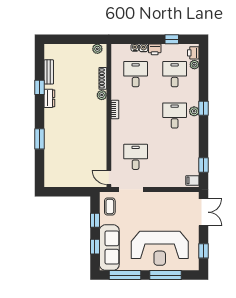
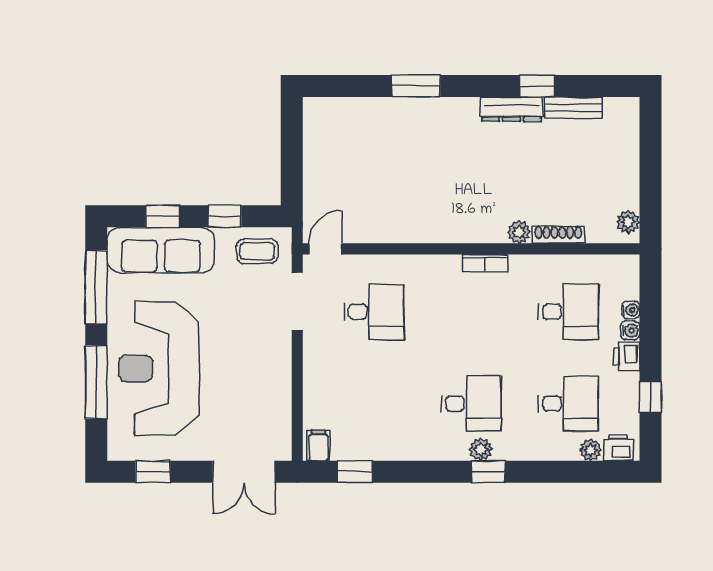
dresser: (49, 98) -> (512, 109), width x1.44

